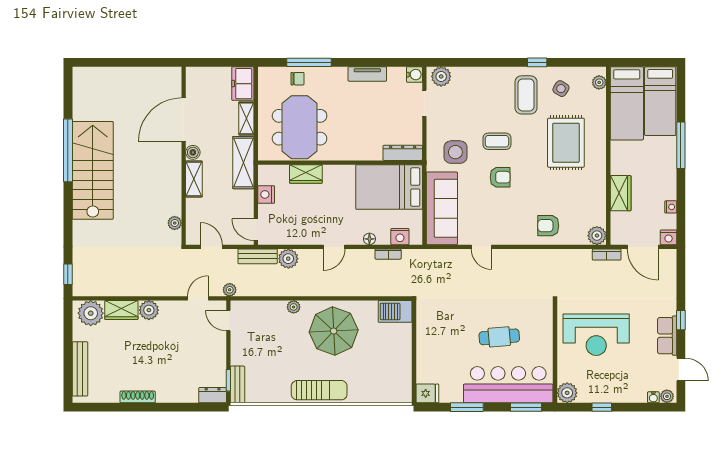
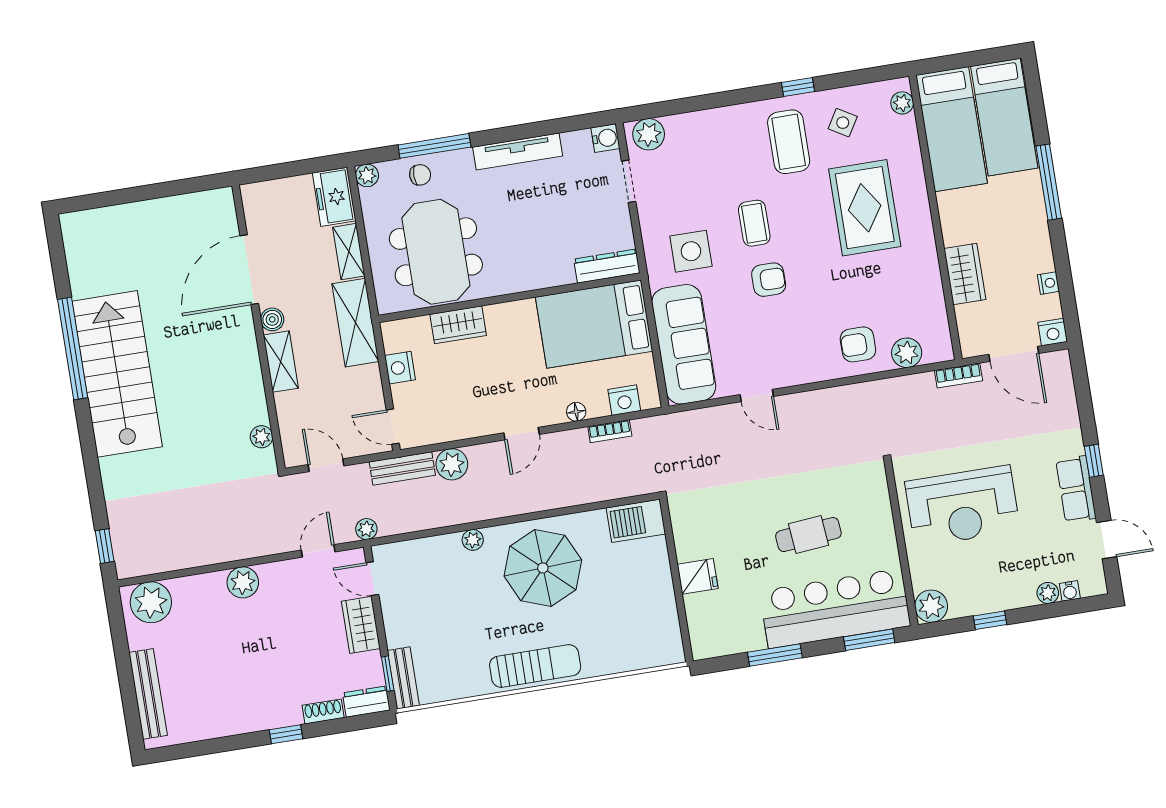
plant: (265, 74) -> (367, 175), added
tv unit: (367, 74) -> (518, 151), width x1.41
coffee table: (497, 141) -> (754, 223), turned 90
plant: (597, 236) -> (907, 353), moved
wardrobe: (121, 310) -> (361, 625), moved, turned 90
fridge: (427, 393) -> (698, 576), moved
plant: (667, 396) -> (1048, 593), moved
shoe rack: (138, 397) -> (323, 711), moved, width x0.70
window: (160, 407) -> (286, 734), added

